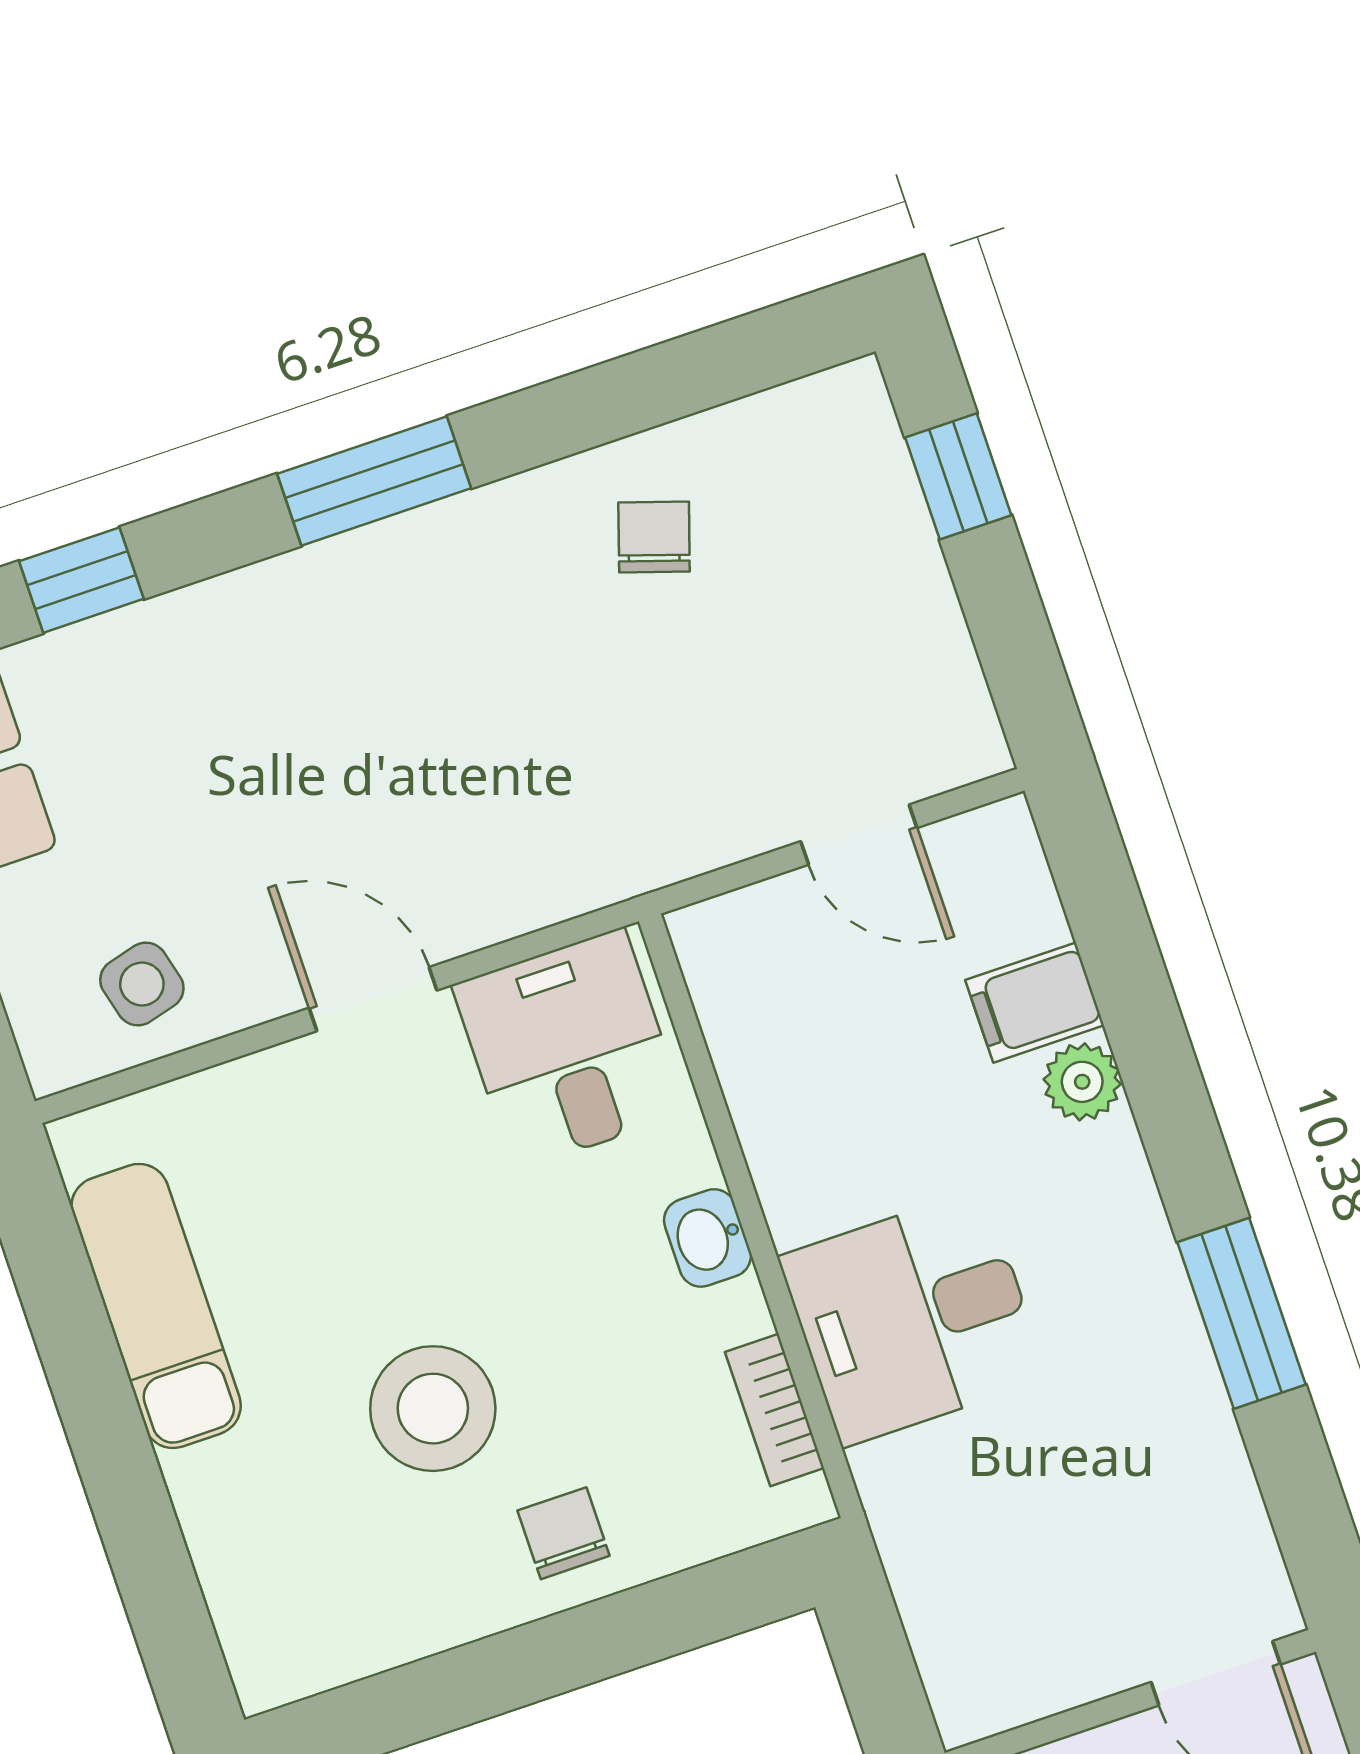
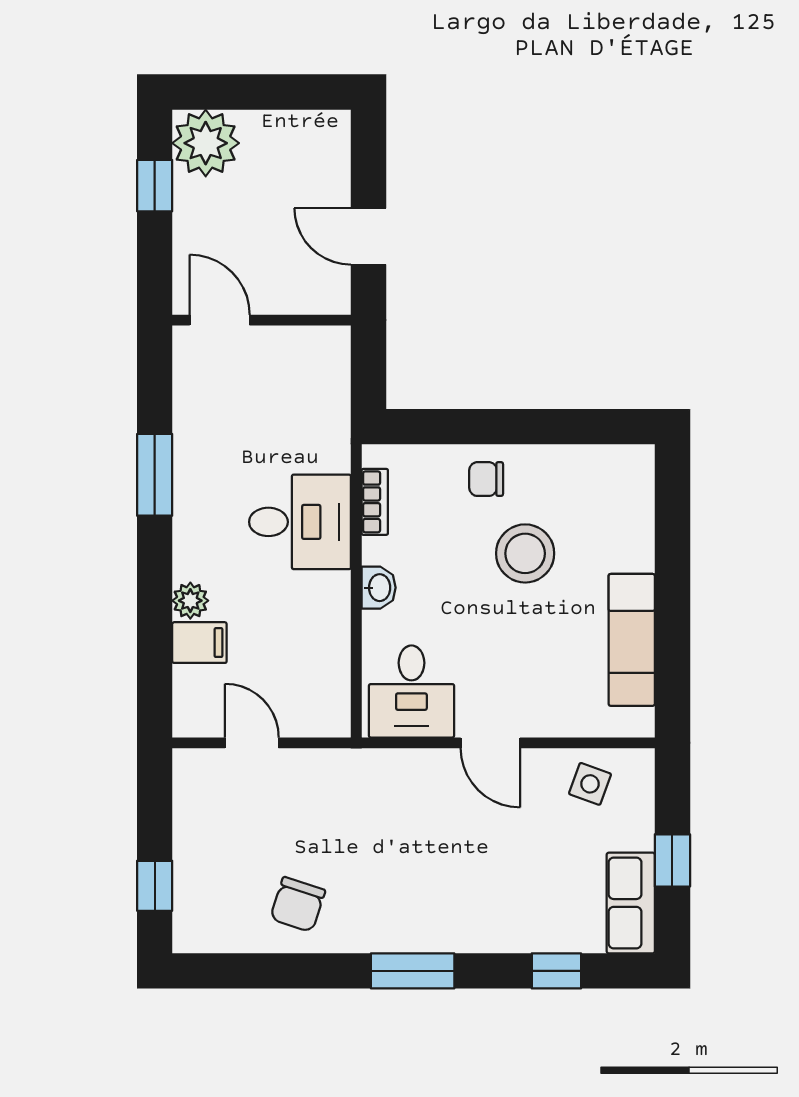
chair: (654, 537) -> (298, 904), width x1.37, depth x1.37
side table: (142, 984) -> (590, 784), turned 35
chair: (564, 1533) -> (486, 479), turned 90

